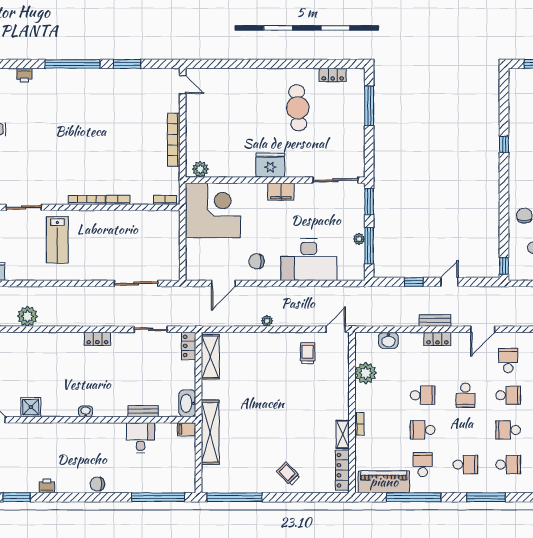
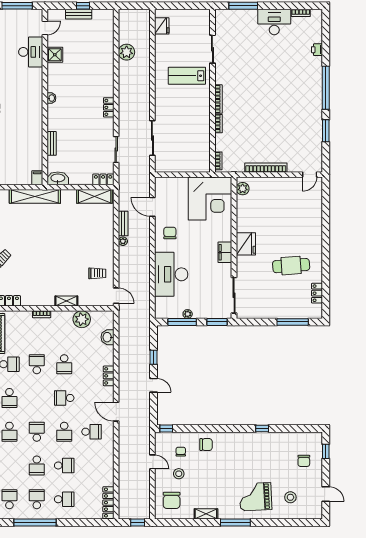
bench: (435, 320) -> (123, 224), moved
shelving: (343, 434) -> (66, 301), moved
desk: (141, 438) -> (31, 52), moved, width x1.37

